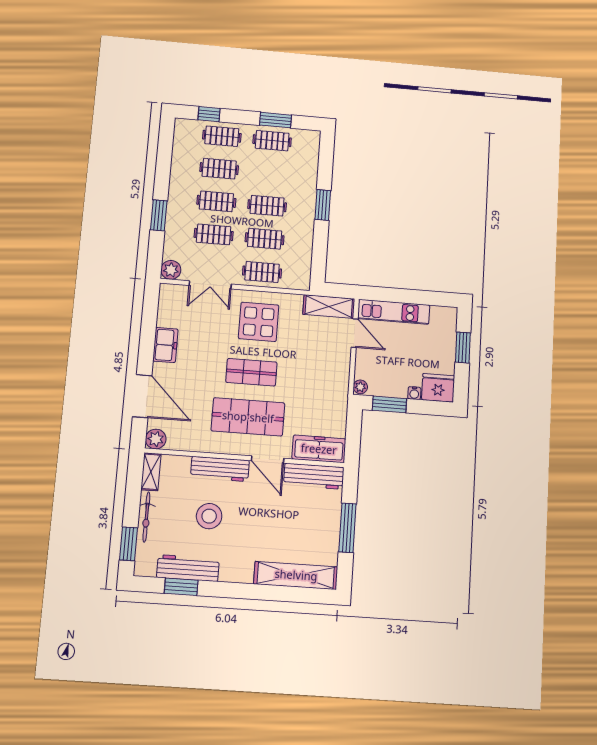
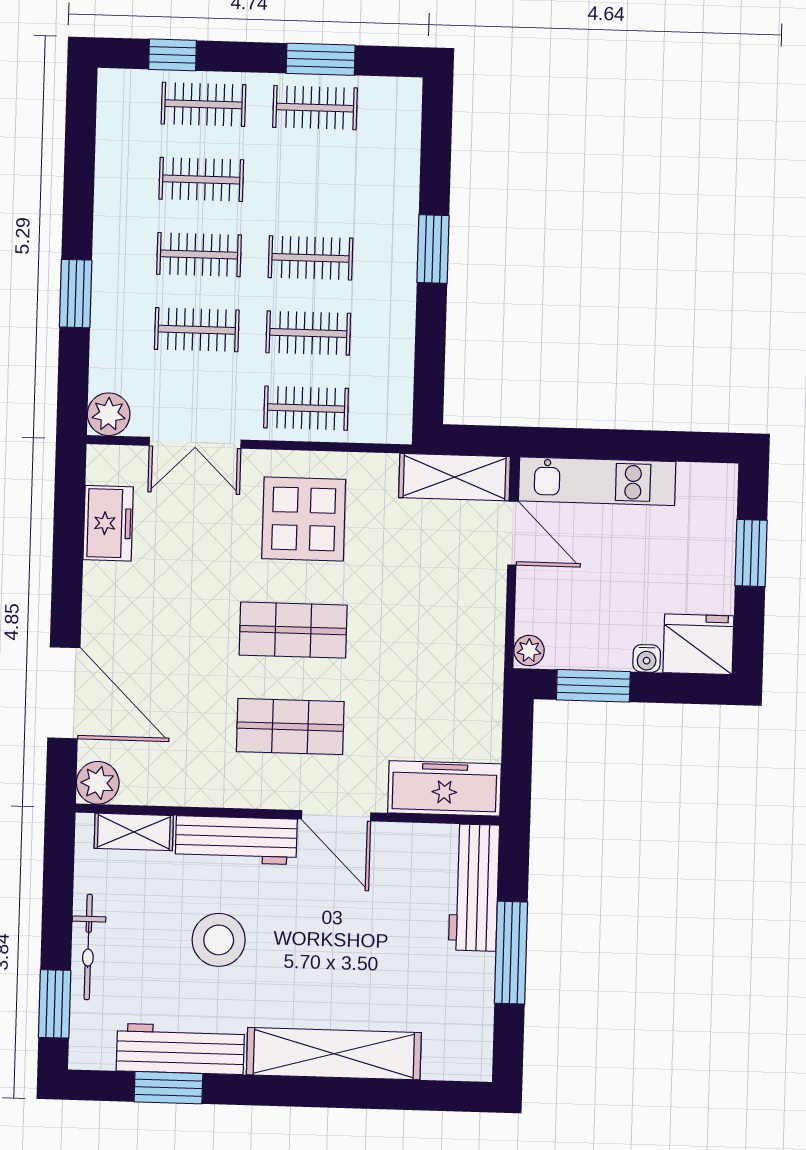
freezer: (165, 345) -> (108, 523), moved
shop shelf: (248, 417) -> (290, 727), width x0.70, depth x0.74
shelving: (151, 472) -> (134, 832), moved, turned 90
workbench: (314, 476) -> (474, 888), moved, turned 90
shelving: (296, 575) -> (334, 1054), moved

